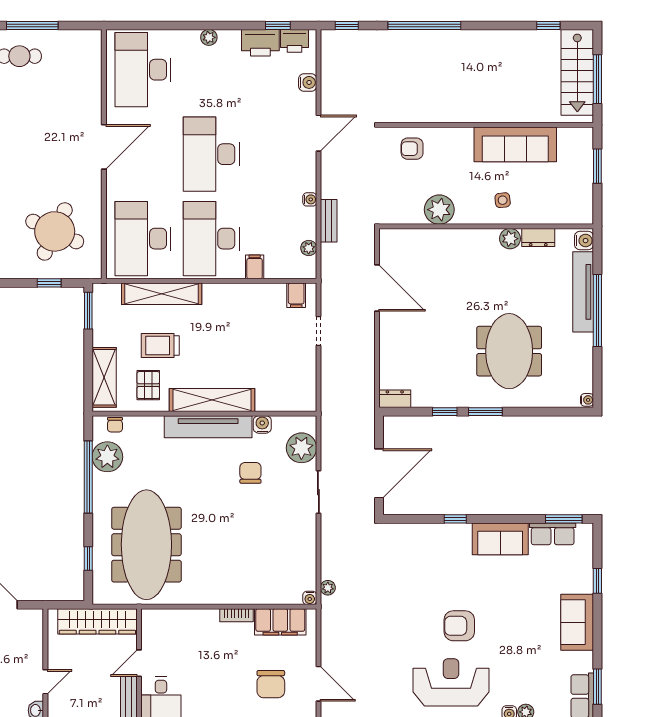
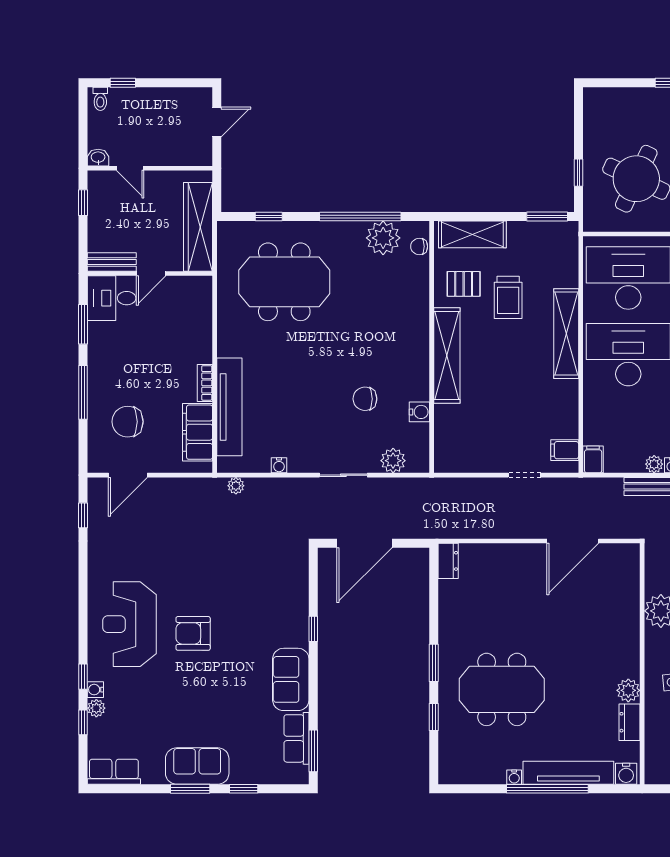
plant: (309, 248) -> (654, 464), moved
filing cabinet: (255, 267) -> (593, 459), moved, turned -90
shelving: (162, 294) -> (566, 334), moved
trolley: (160, 346) -> (508, 297), turned 180
water cooler: (587, 400) -> (514, 777), moved
window: (445, 412) -> (434, 717), moved
tv unit: (208, 427) -> (229, 407), moved, turned 180
plant: (301, 448) -> (393, 461), width x0.73, depth x0.73
chair: (250, 473) -> (365, 399), turned 180
door: (379, 473) -> (365, 543), hinge flipped
meeting table: (146, 545) -> (284, 282), width x0.73
water cooler: (310, 598) -> (279, 465), moved, turned -90
armchair: (459, 626) -> (193, 633), turned -90
door: (139, 663) -> (151, 273), swing flipped
reception desk: (451, 682) -> (129, 624), turned 180
window: (597, 687) -> (190, 789), moved

